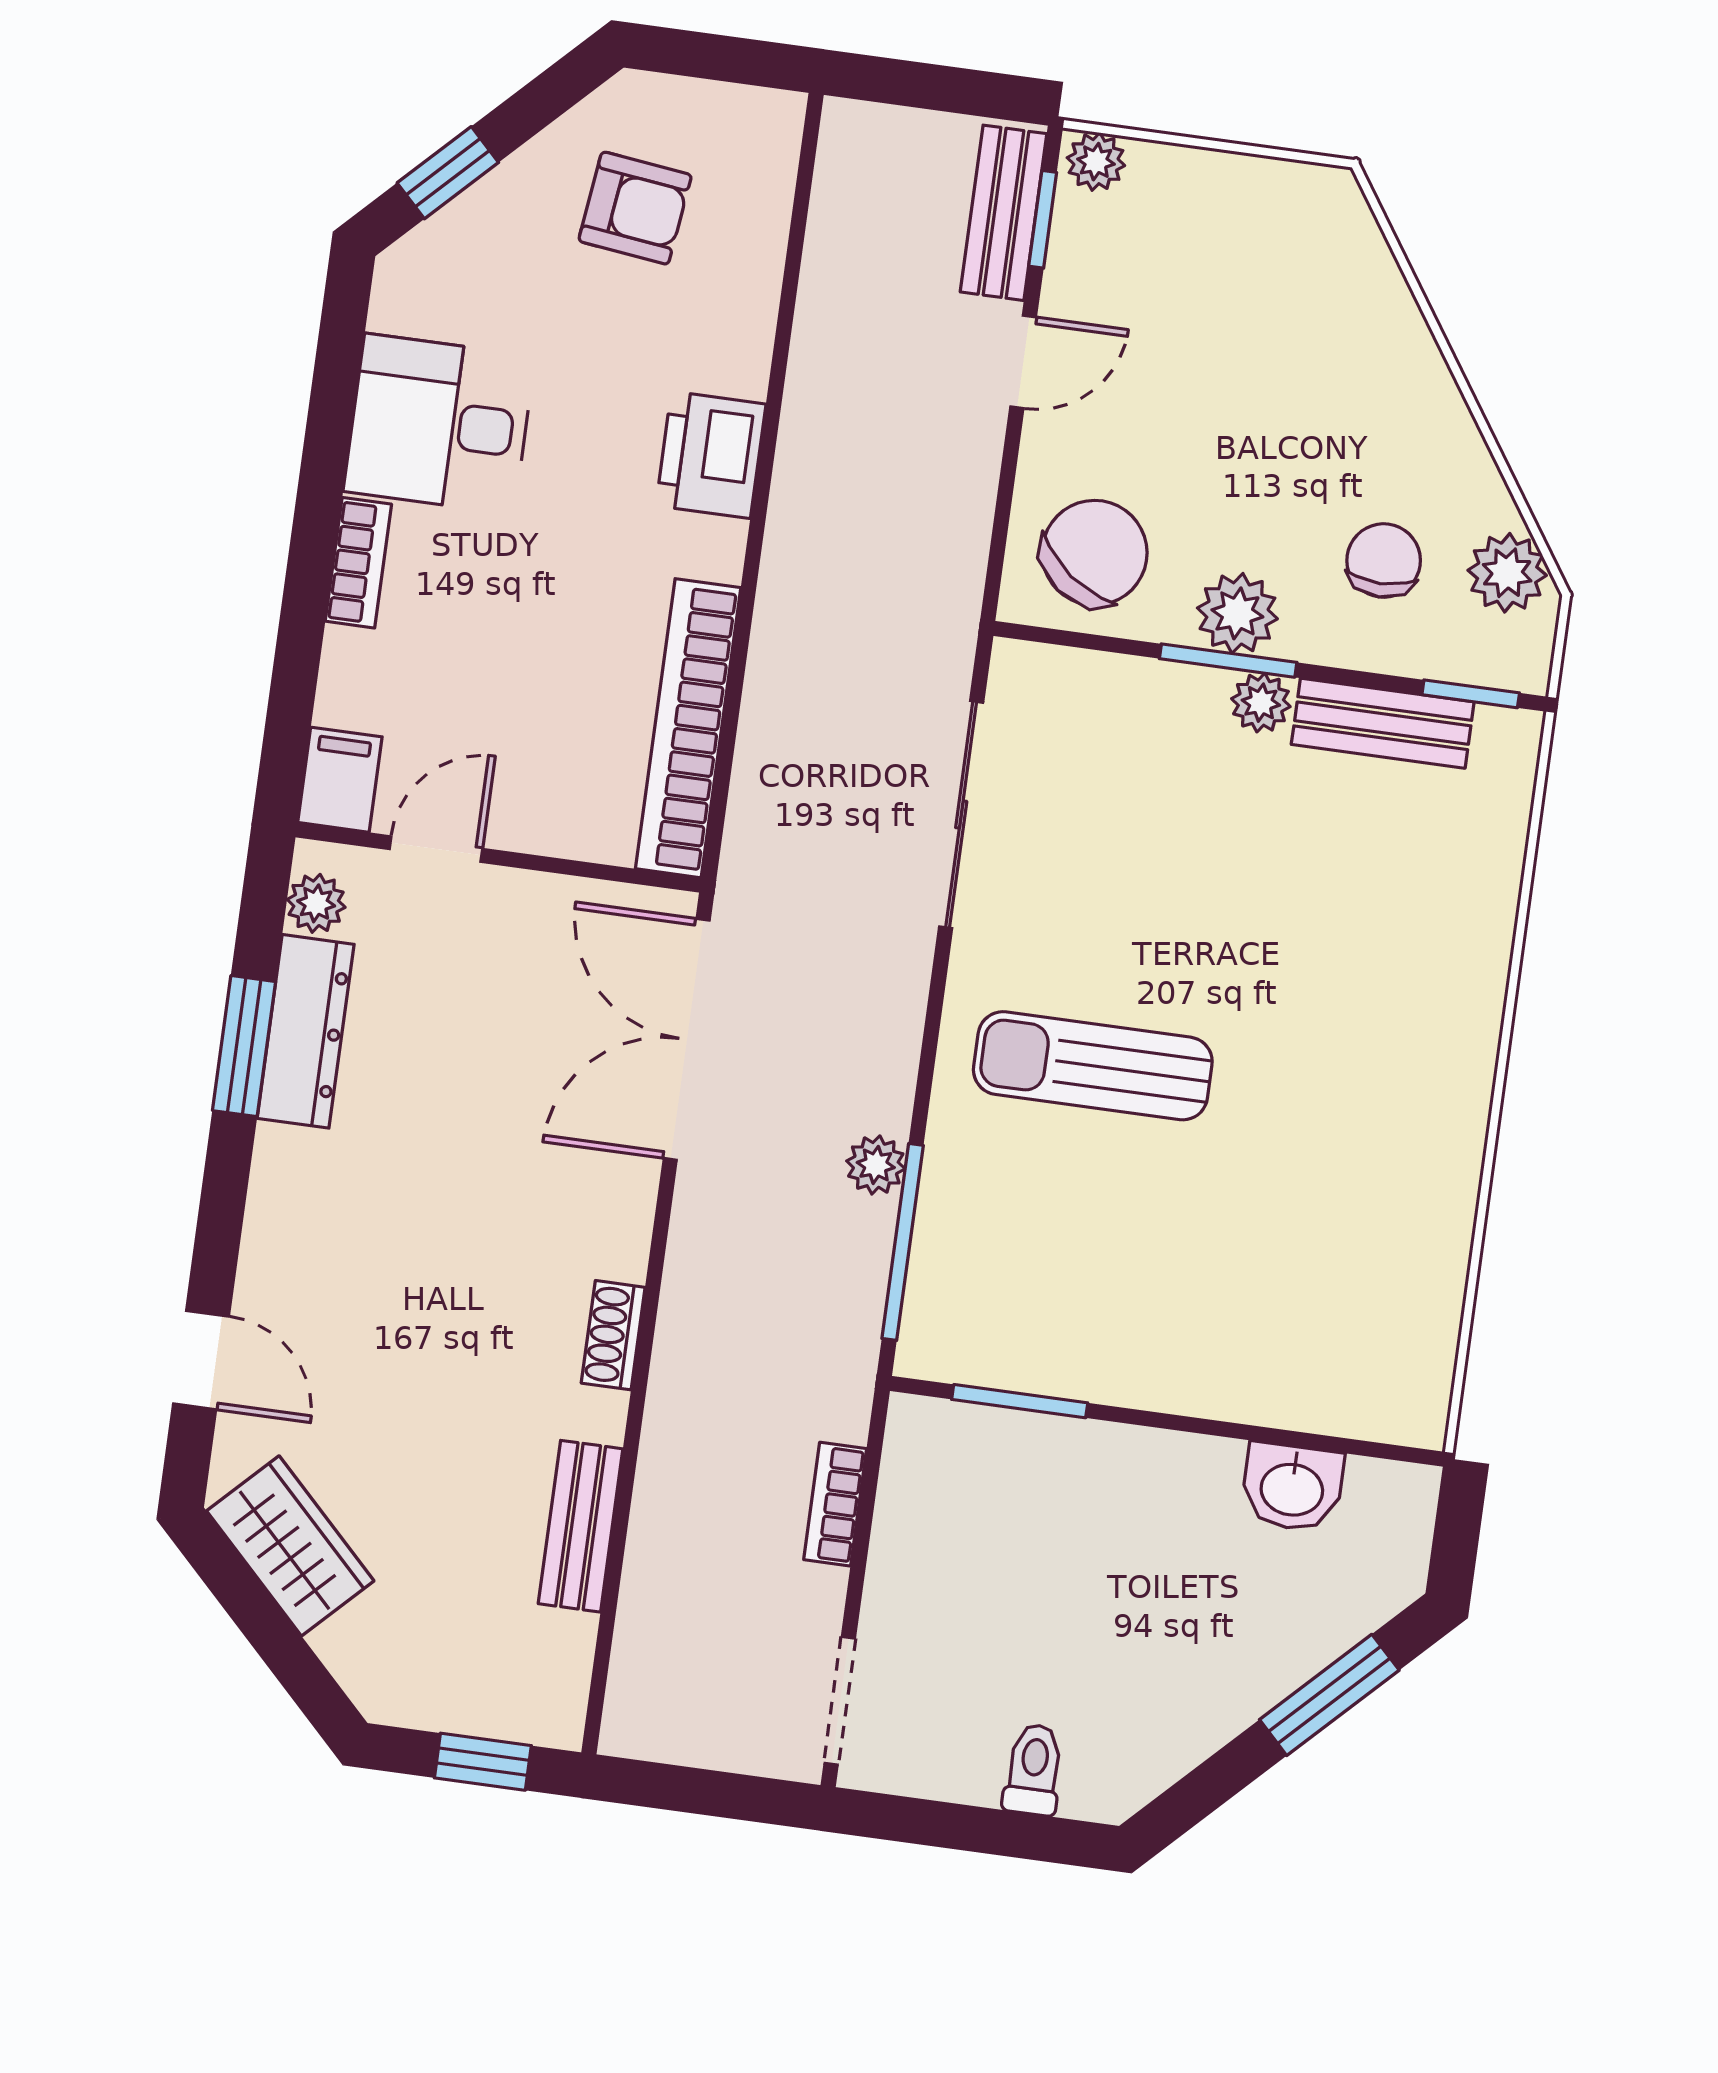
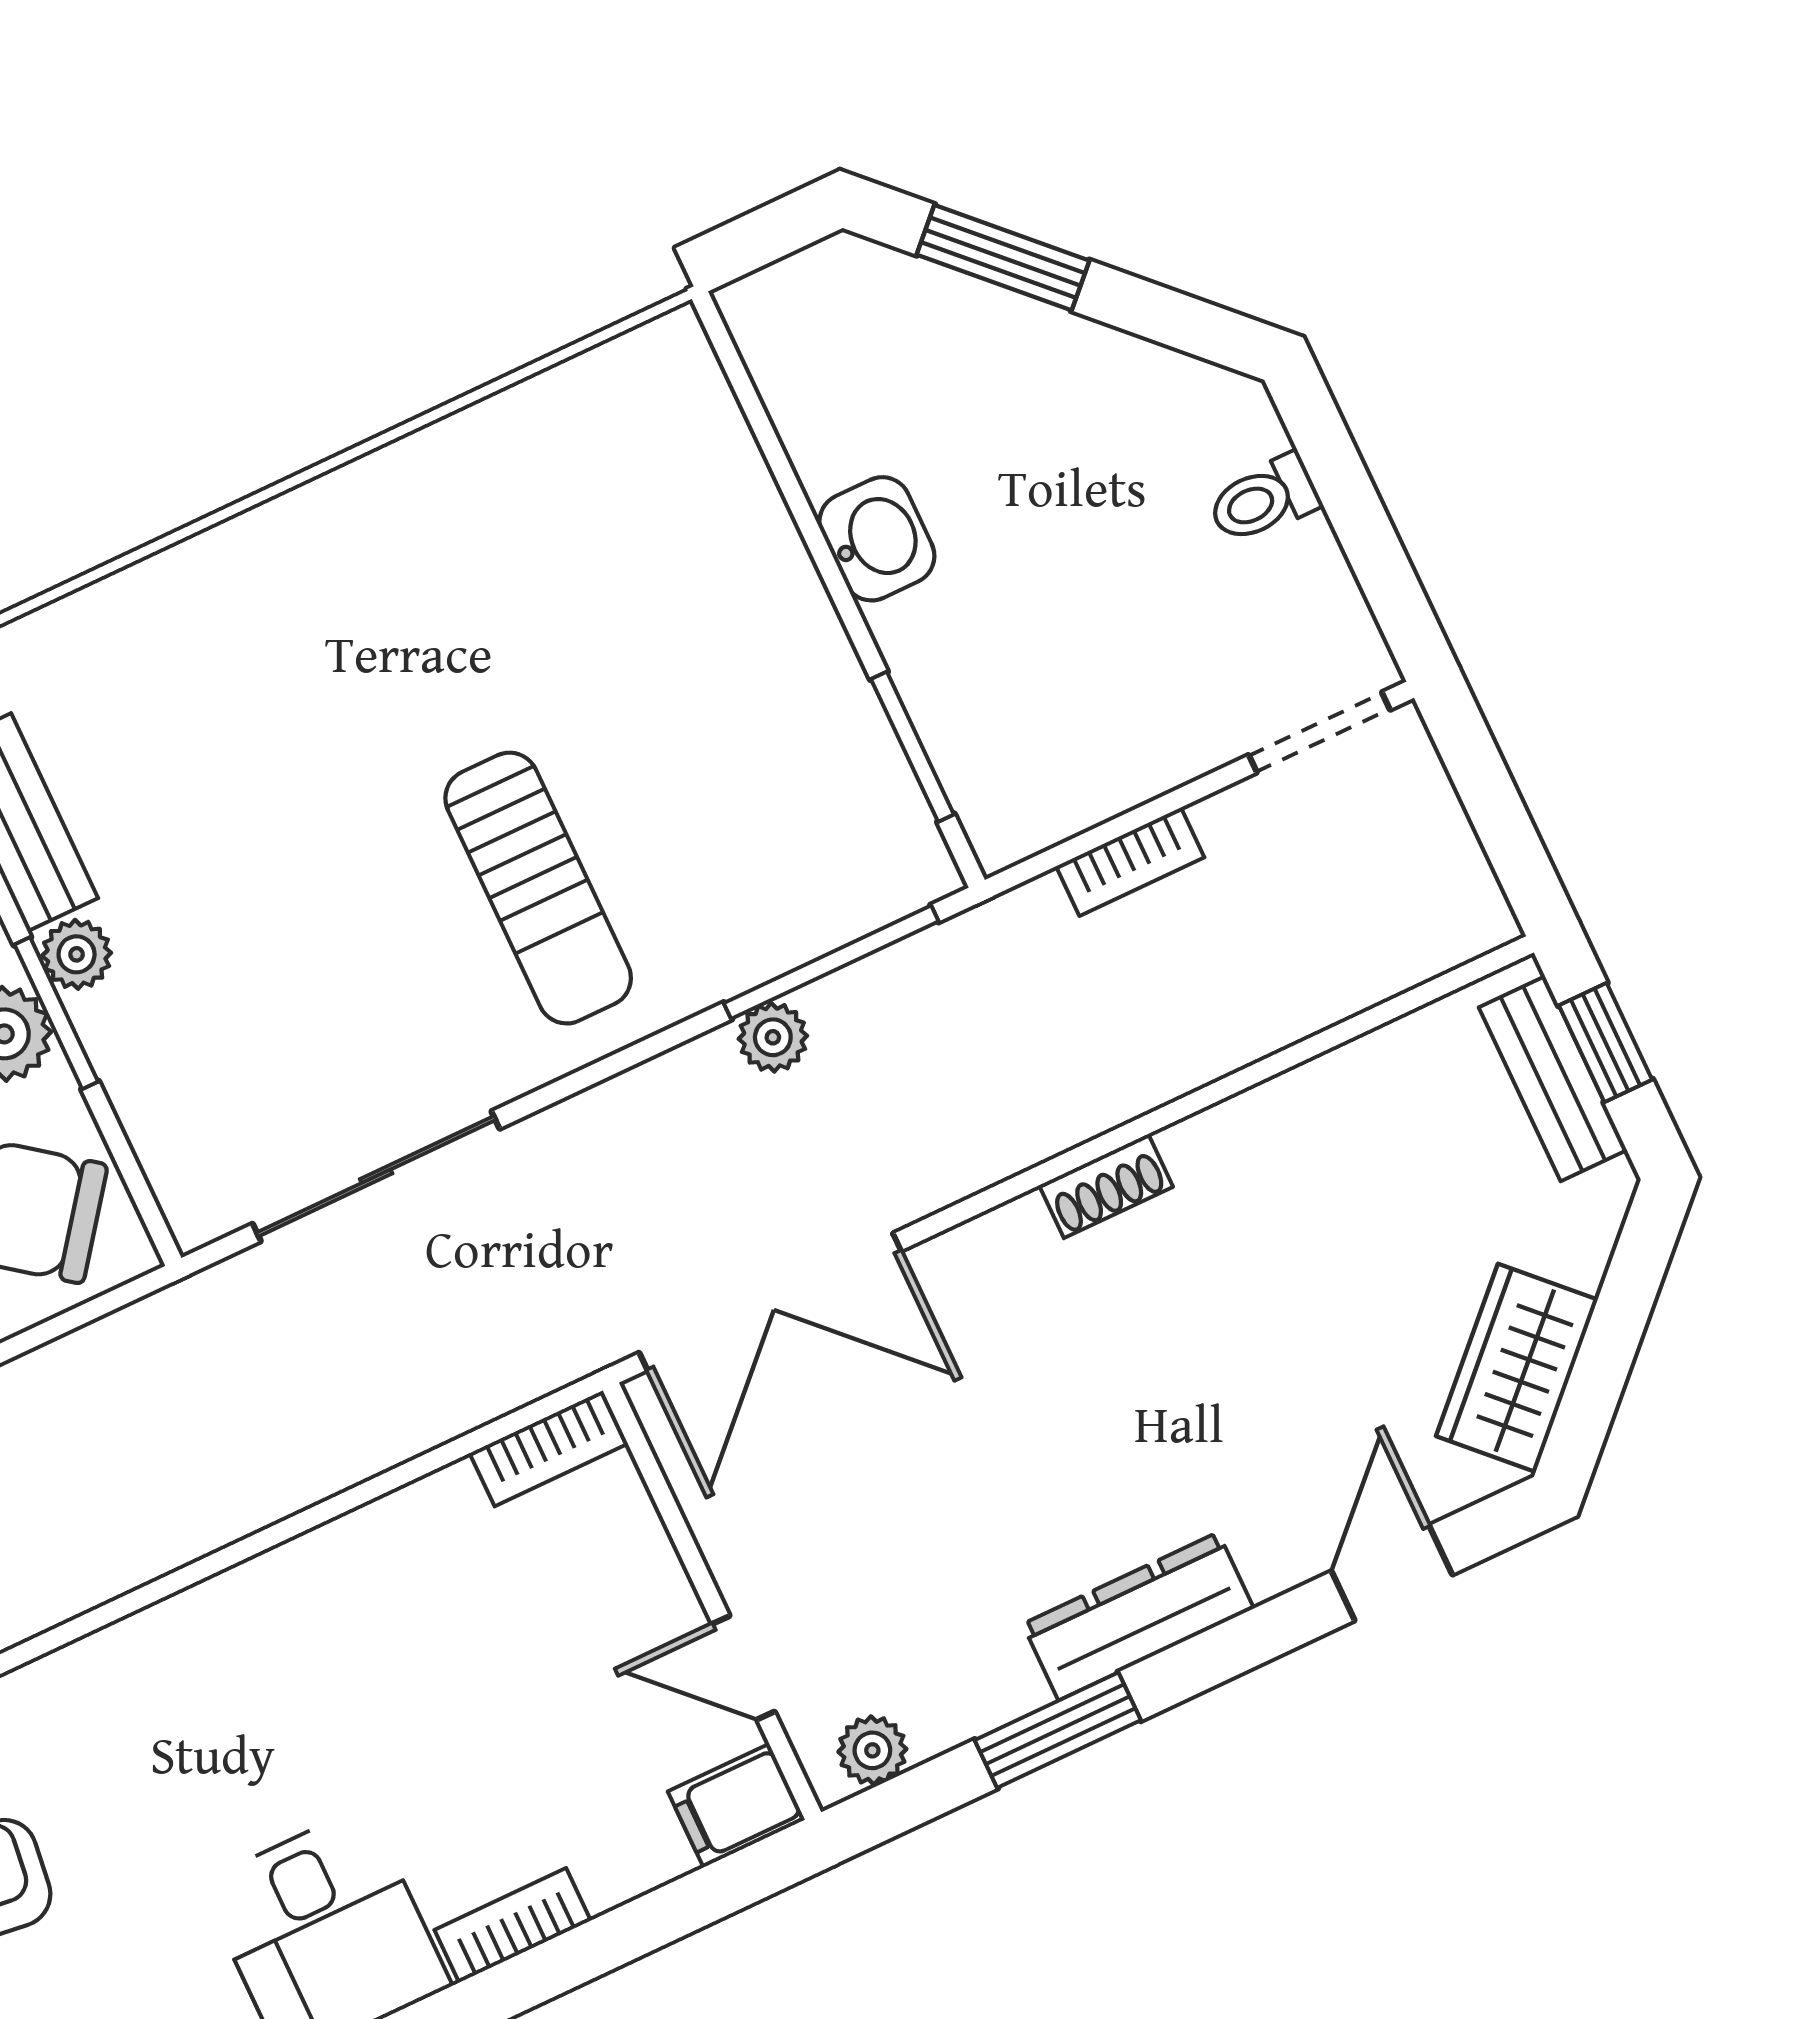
printer: (711, 455) -> (183, 1649), removed
bookcase: (688, 728) -> (549, 1448), width x0.43, depth x0.76
dresser: (306, 1031) -> (1138, 1616), moved
washbasin: (1292, 1487) -> (877, 539), moved
bench: (581, 1526) -> (1553, 1079), moved, turned 90

